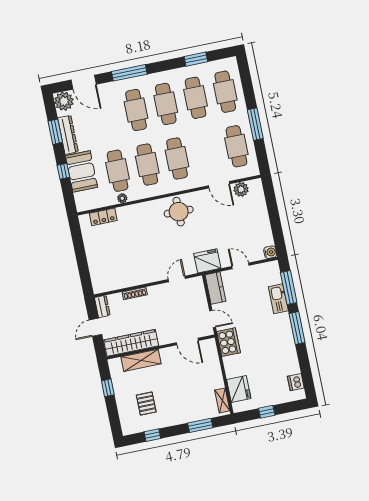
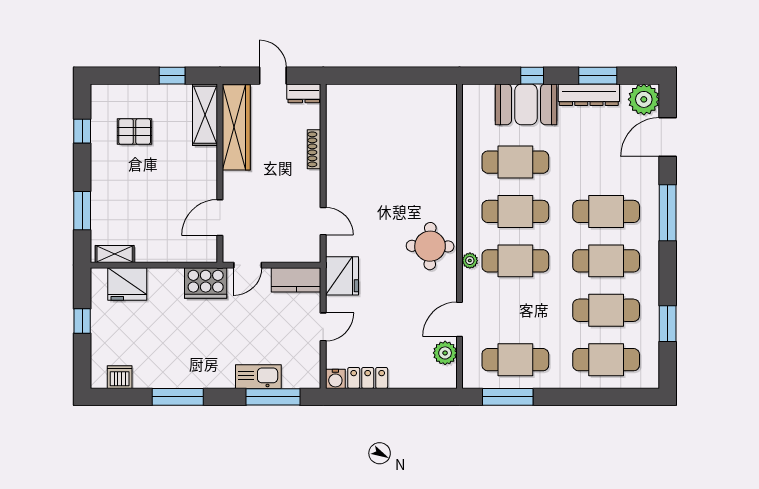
window: (255, 124) -> (508, 397), moved
plant: (122, 198) -> (470, 261), moved
locker: (103, 217) -> (368, 378), moved, turned 90
window: (297, 328) -> (178, 397), moved
shelving: (141, 360) -> (205, 115), moved

